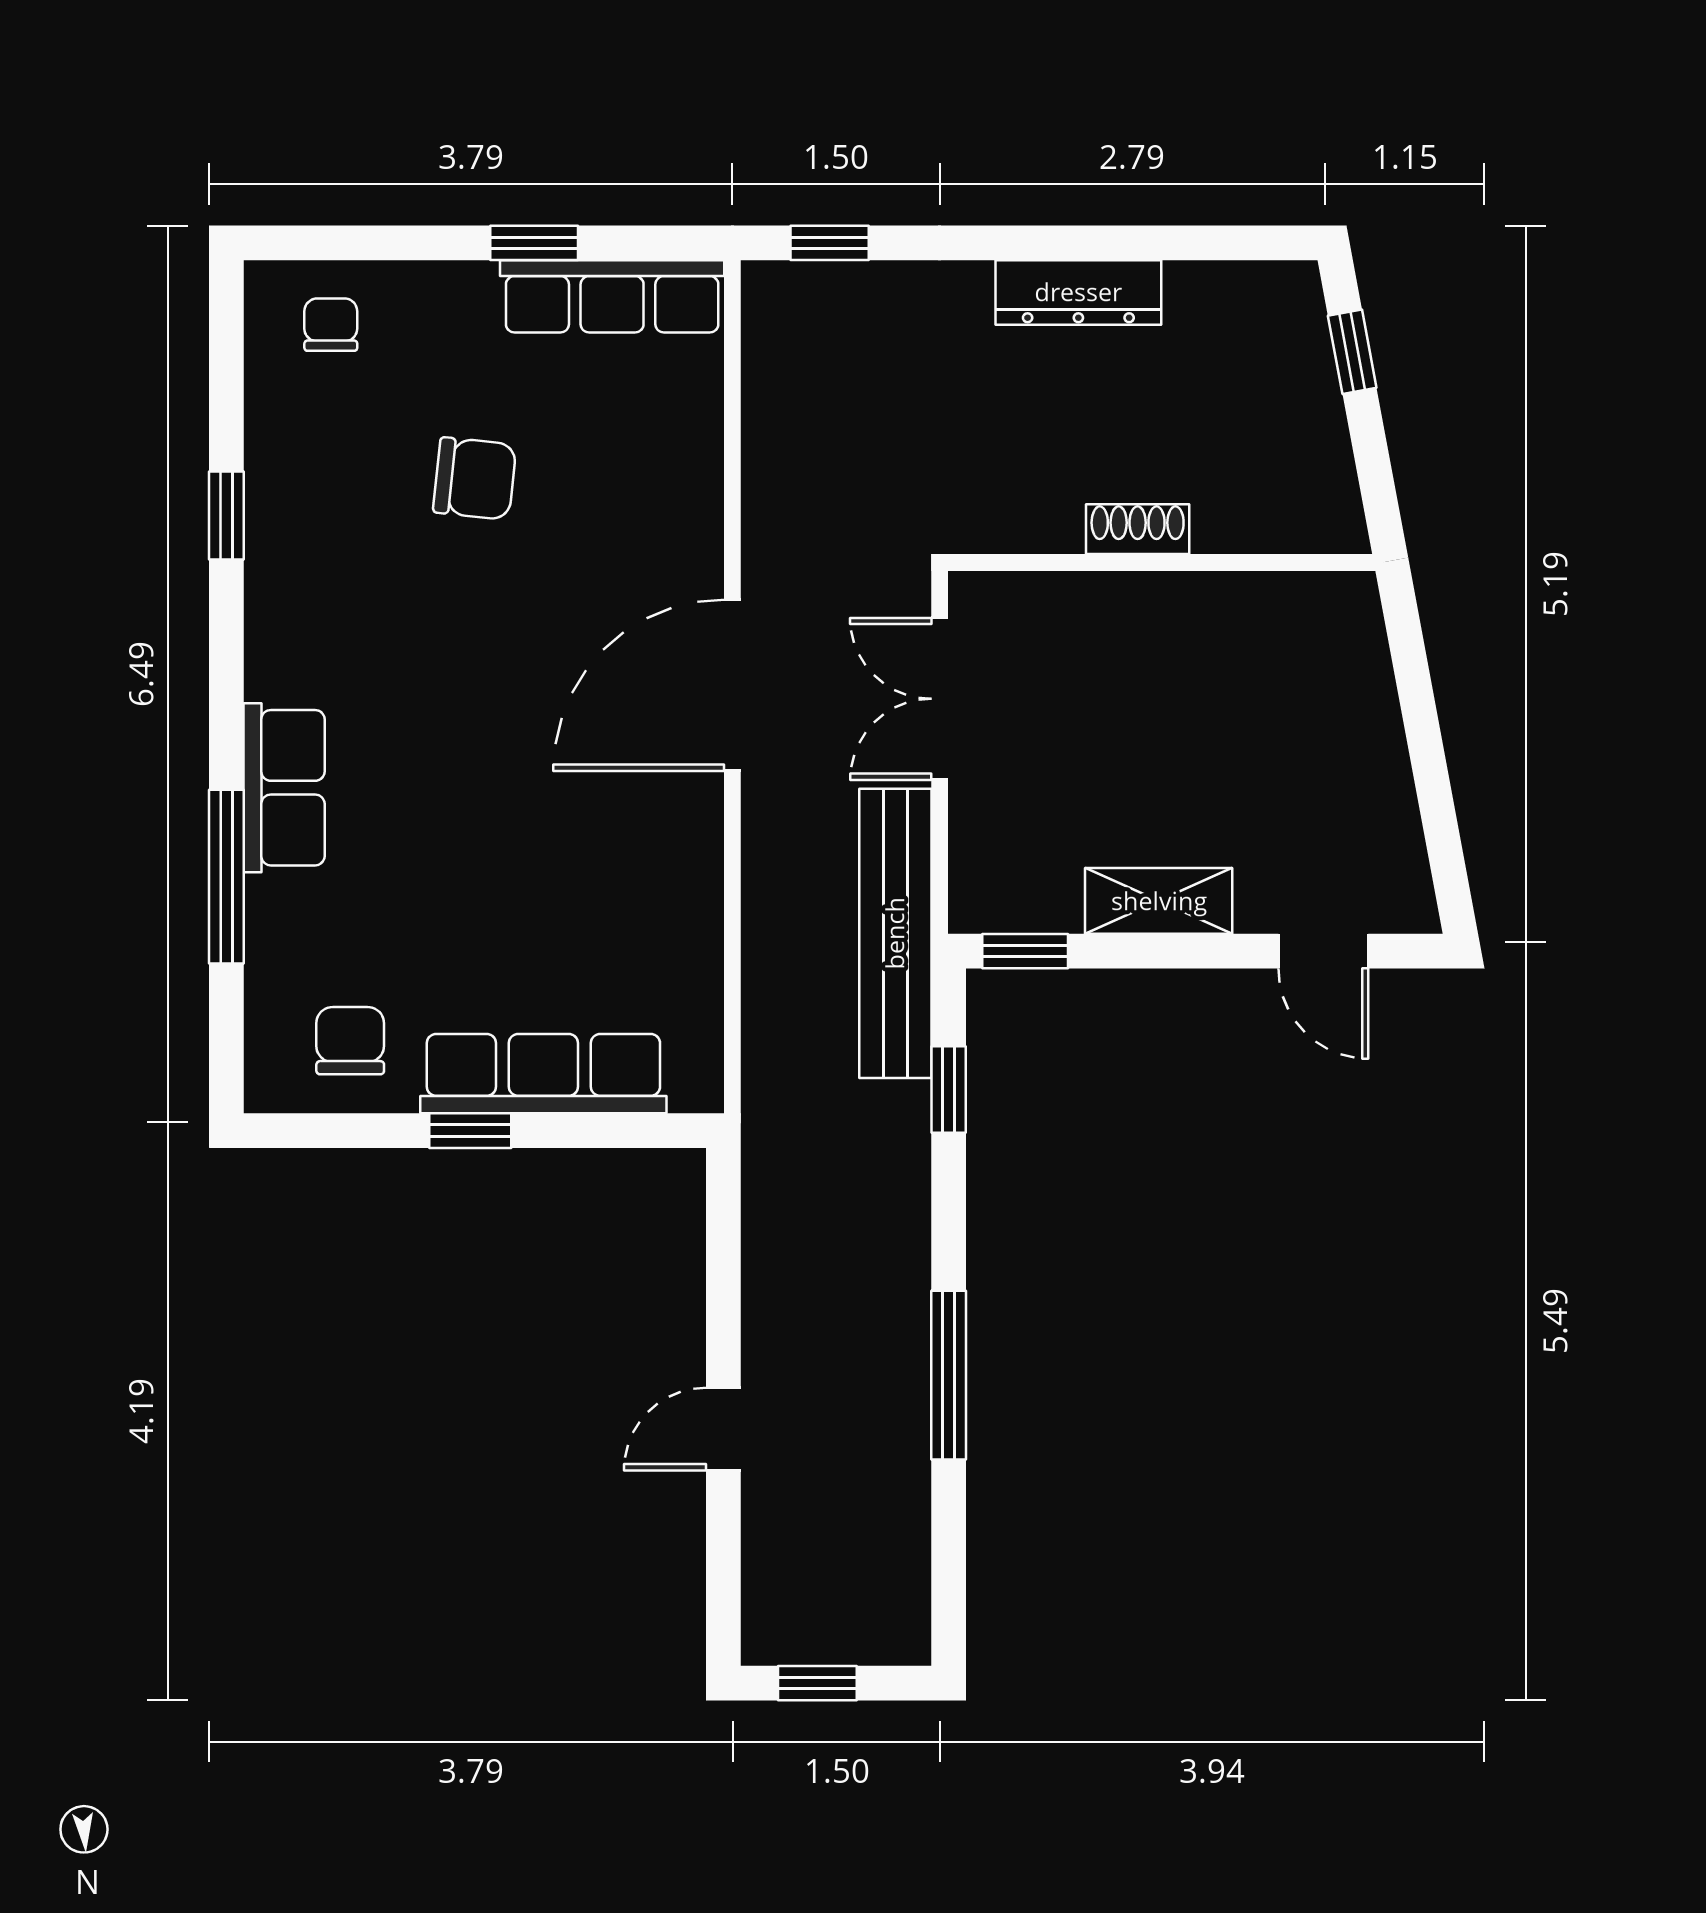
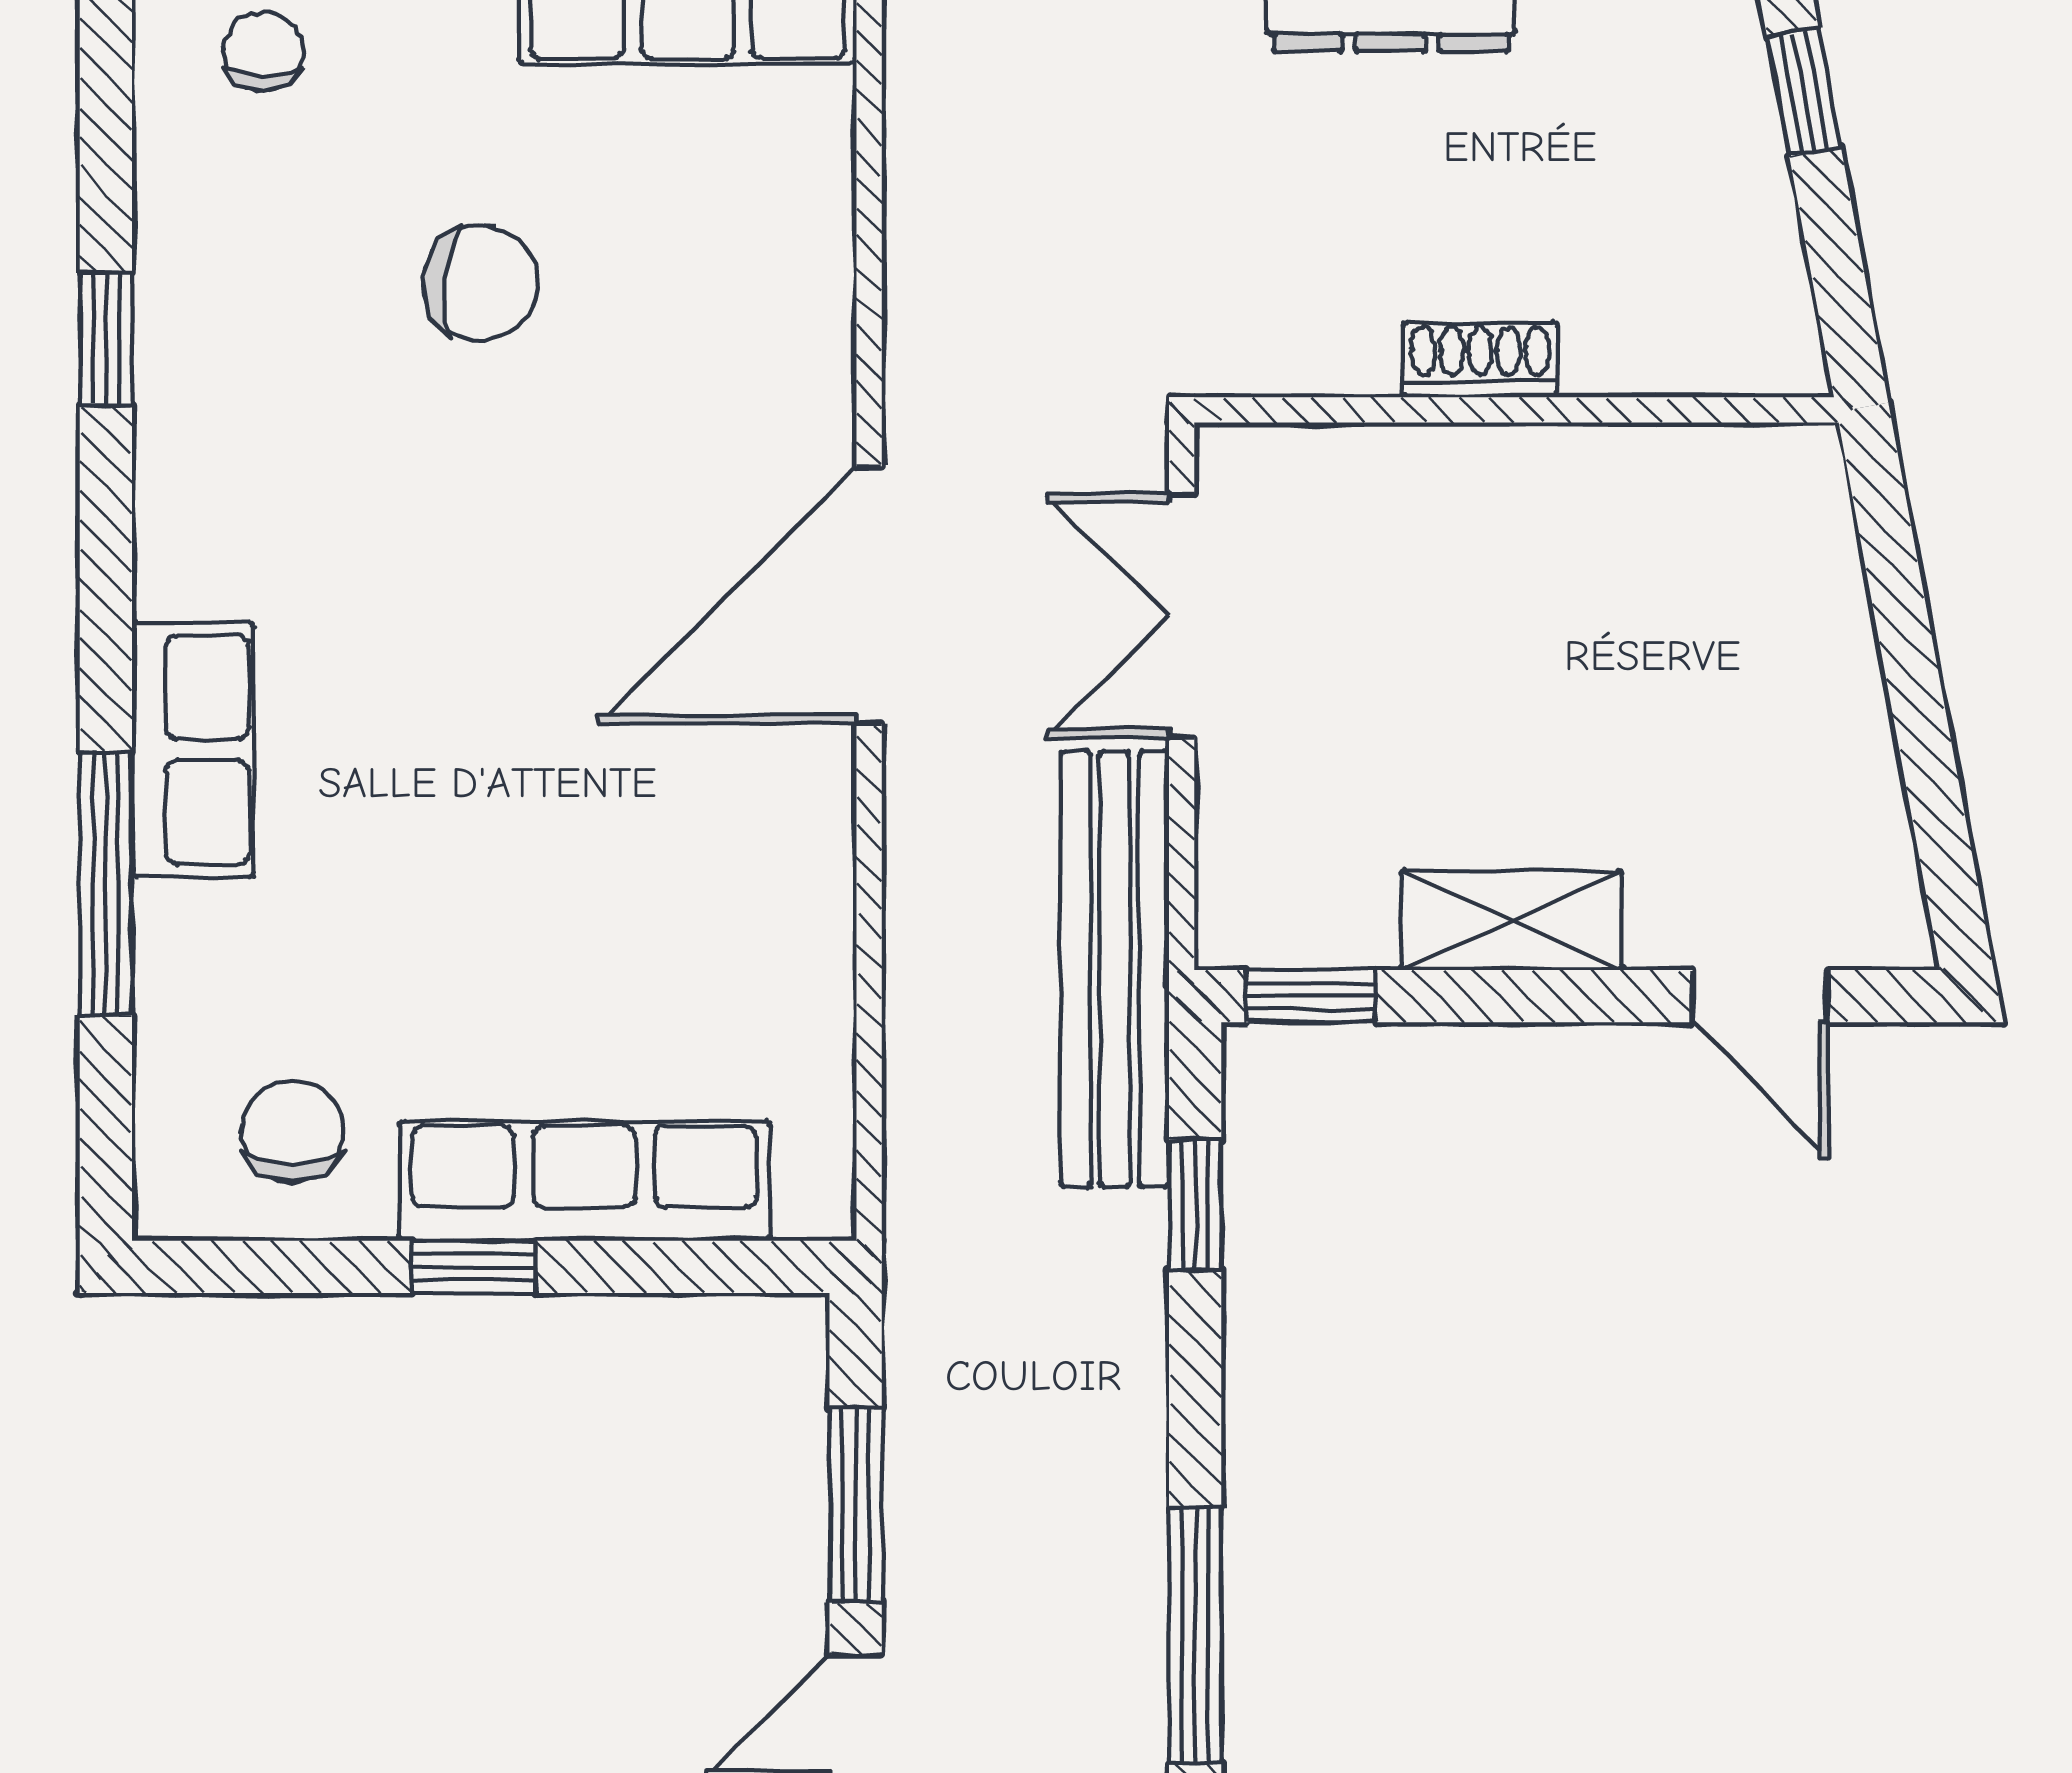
window: (723, 1289) -> (856, 1505), added

